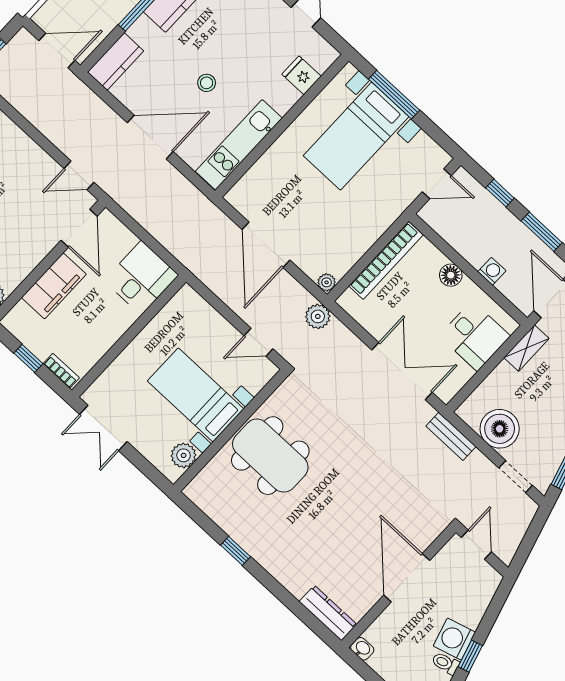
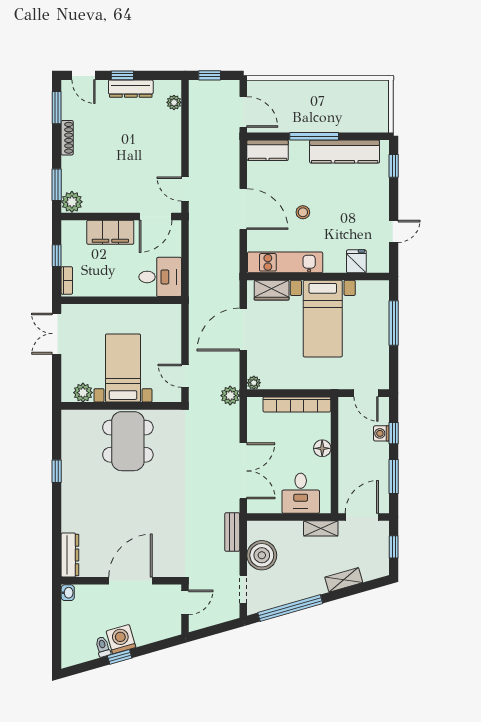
bed with nightstands: (356, 136) -> (323, 319), moved, turned -90
wardrobe: (254, 183) -> (272, 290), added
washing machine: (492, 271) -> (381, 433), moved, turned 180

